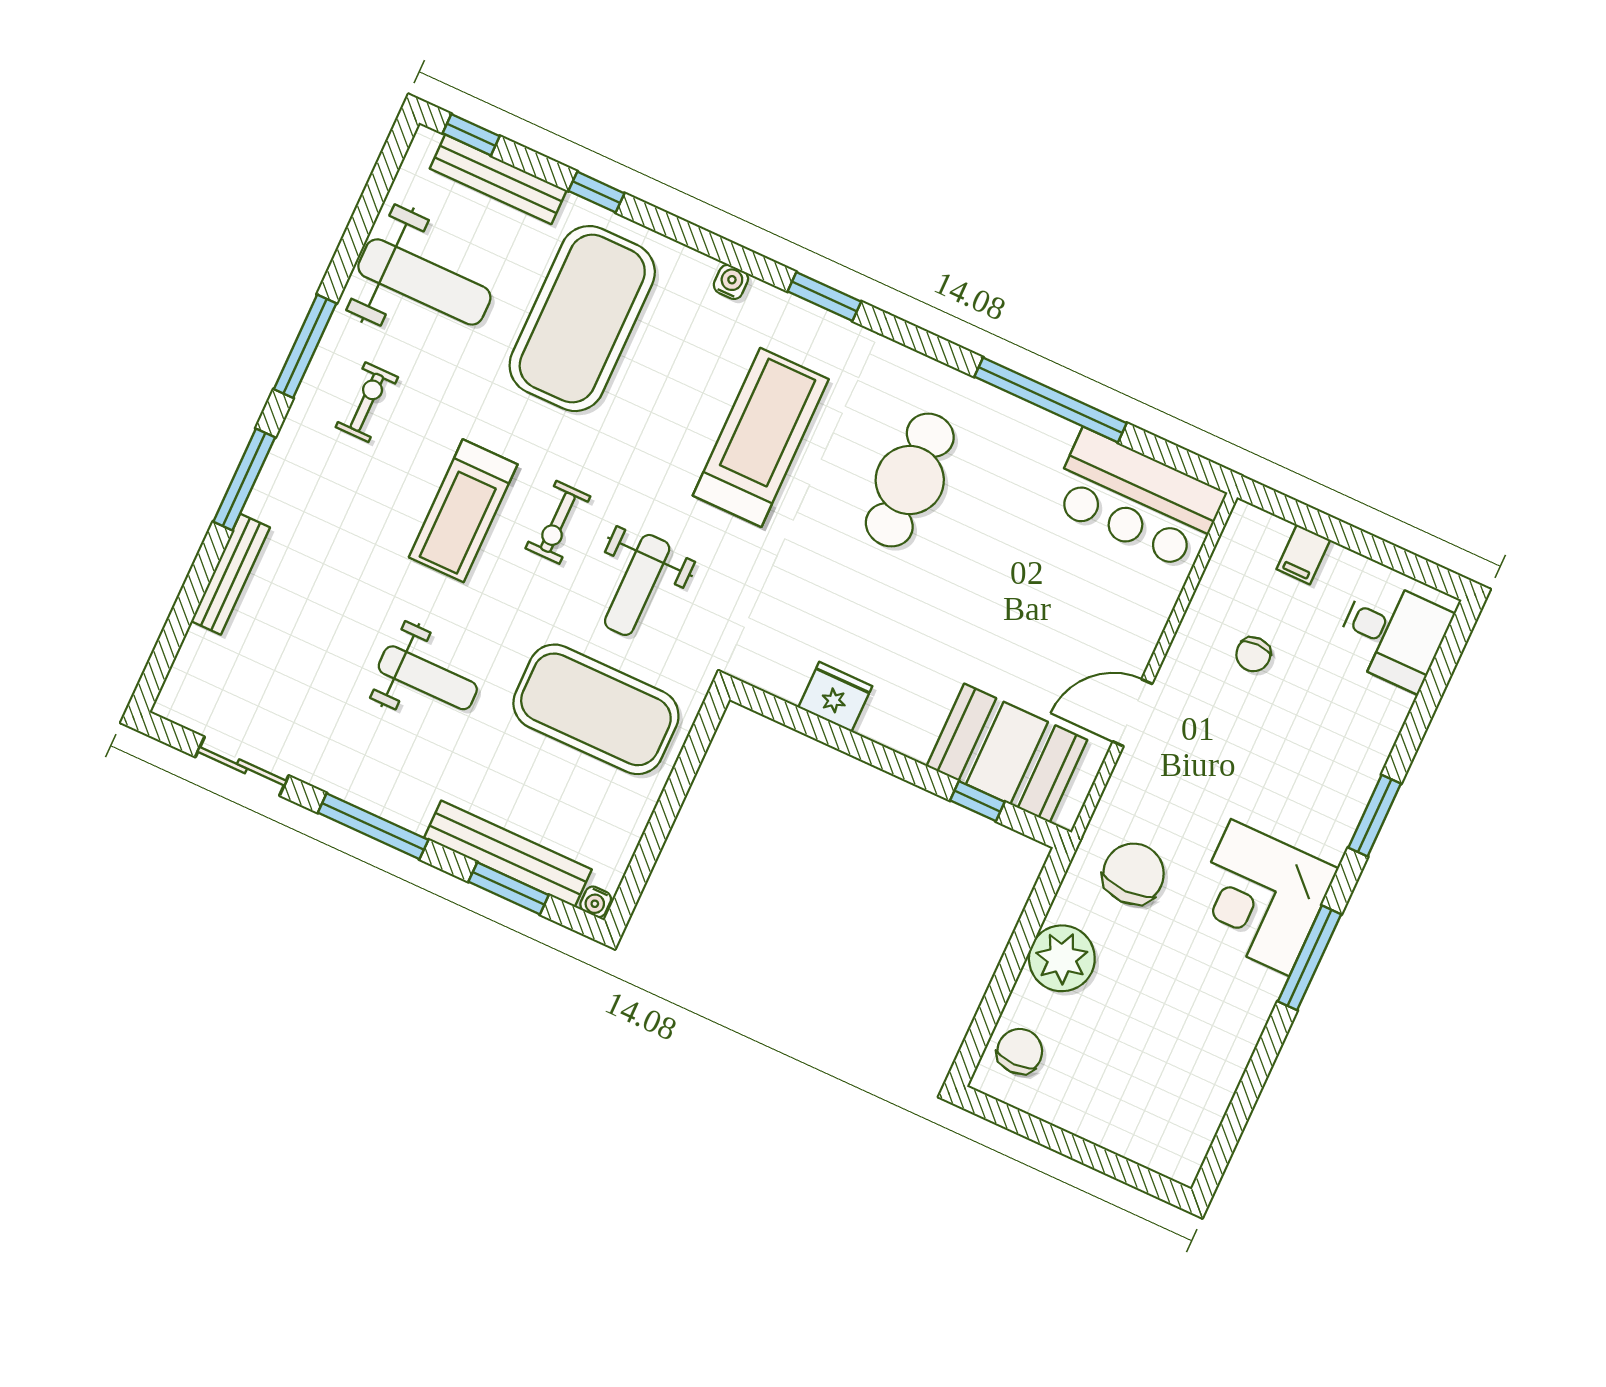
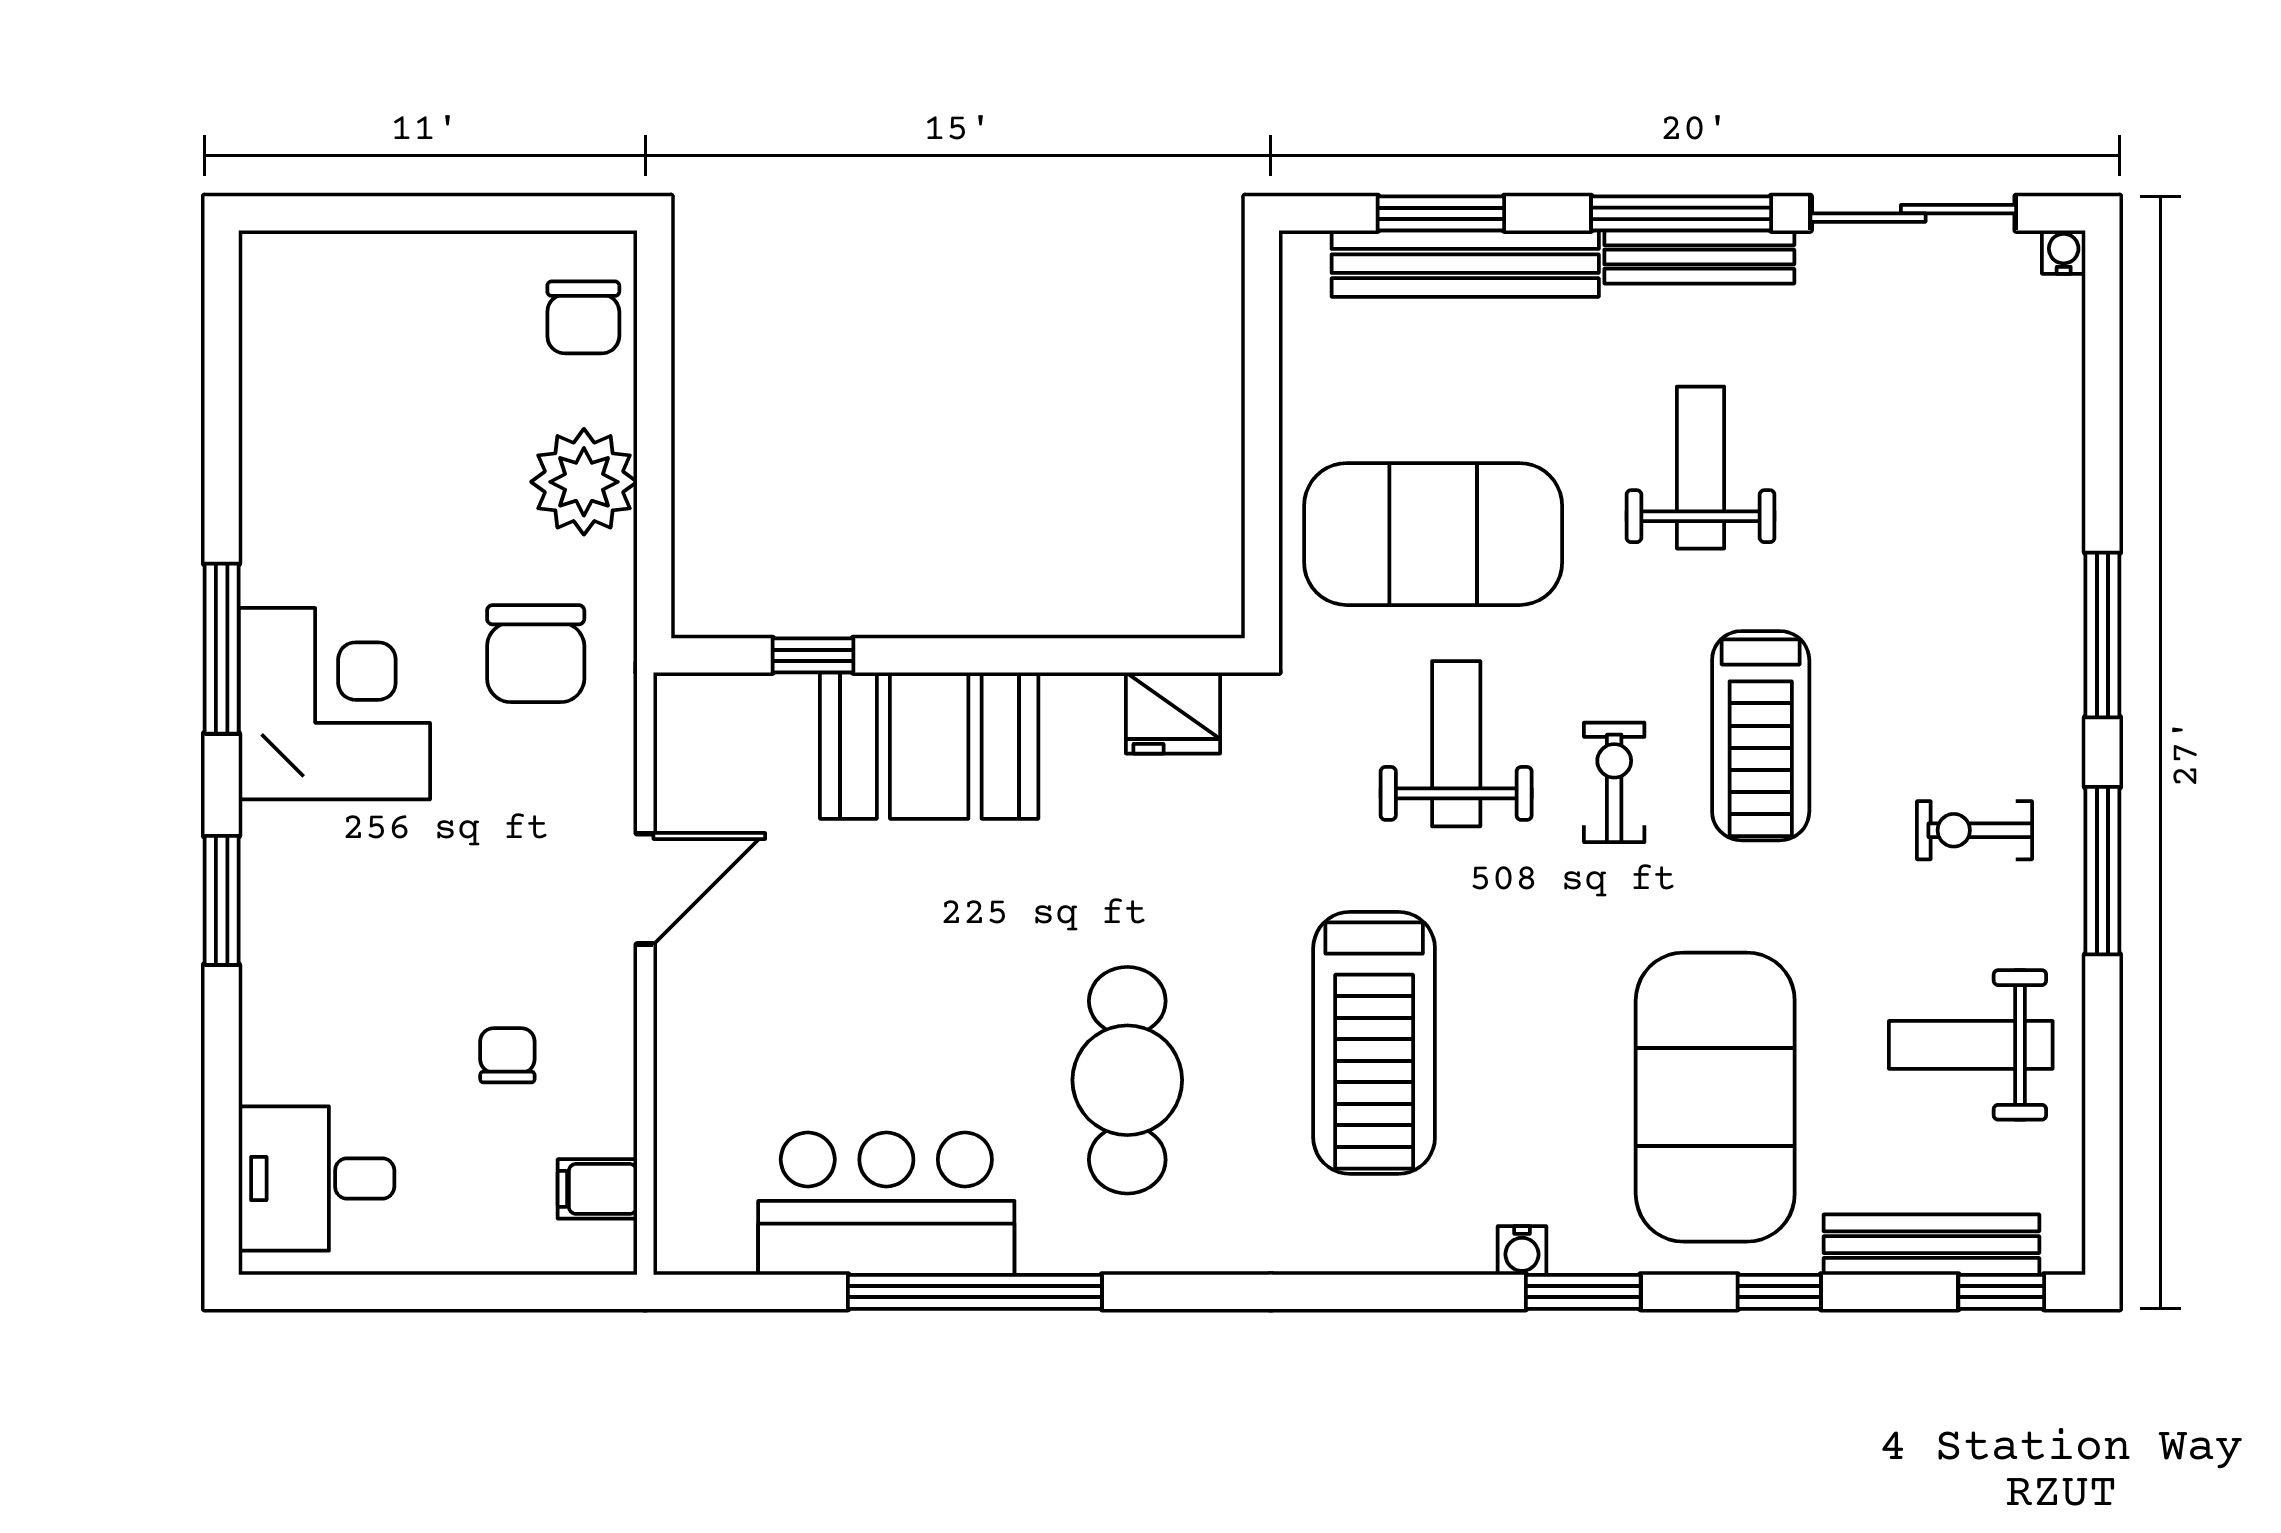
weight bench: (424, 282) -> (1971, 1045), width x0.73, depth x0.75
window: (824, 296) -> (1583, 1292), moved
exercise bike: (367, 402) -> (1974, 830), turned 90
bar counter: (1137, 500) -> (886, 1204), moved
treadmill: (463, 511) -> (1761, 736), turned 180
filing cabinet: (1303, 554) -> (597, 1189), moved, turned -90
bench: (231, 574) -> (1699, 257), moved, turned 90
weight bench: (428, 678) -> (1701, 468), turned 90
fridge: (835, 697) -> (1173, 713), moved
booth: (1007, 753) -> (929, 746), moved
sliding door: (242, 766) -> (1913, 213), width x1.37
water cooler: (596, 902) -> (2064, 252), moved

